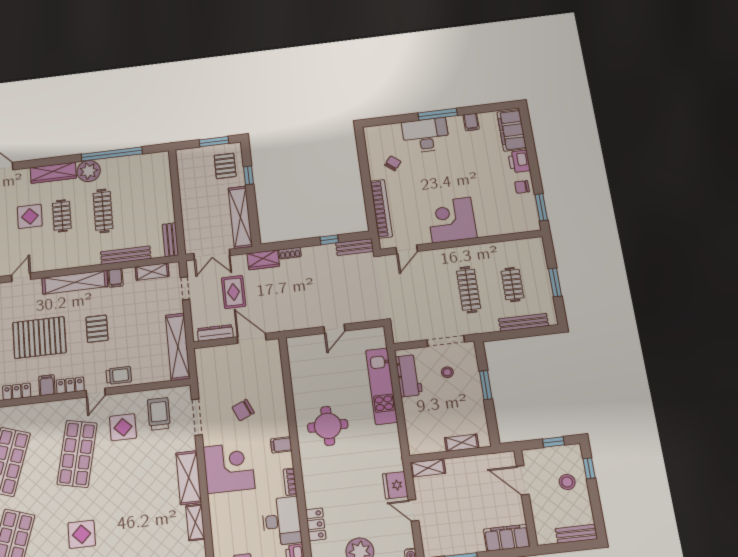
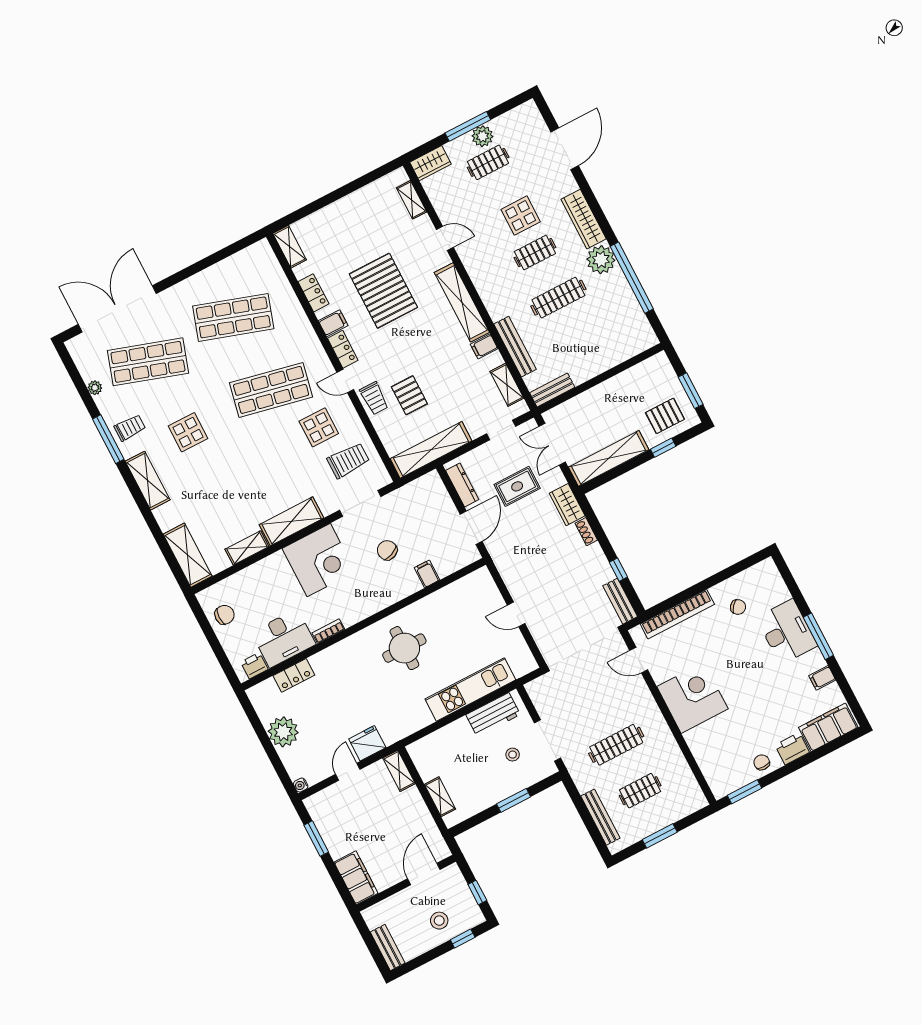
pallet: (97, 329) -> (409, 395), moved, turned 90
filing cabinet: (281, 445) -> (427, 574), moved

